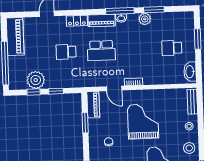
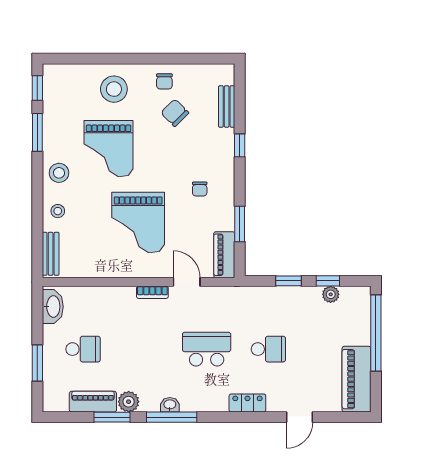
piano: (102, 20) -> (93, 402), moved
plant: (36, 80) -> (331, 294), width x0.53, depth x0.53

